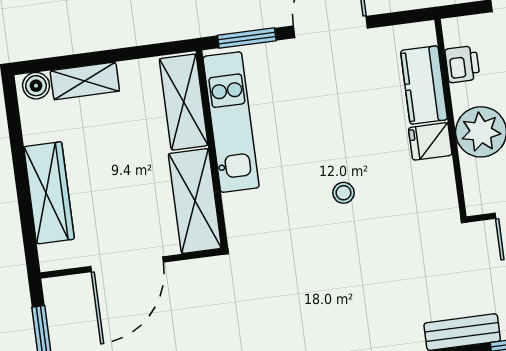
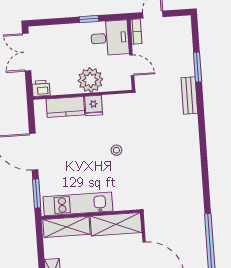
printer: (462, 64) -> (41, 88), moved

